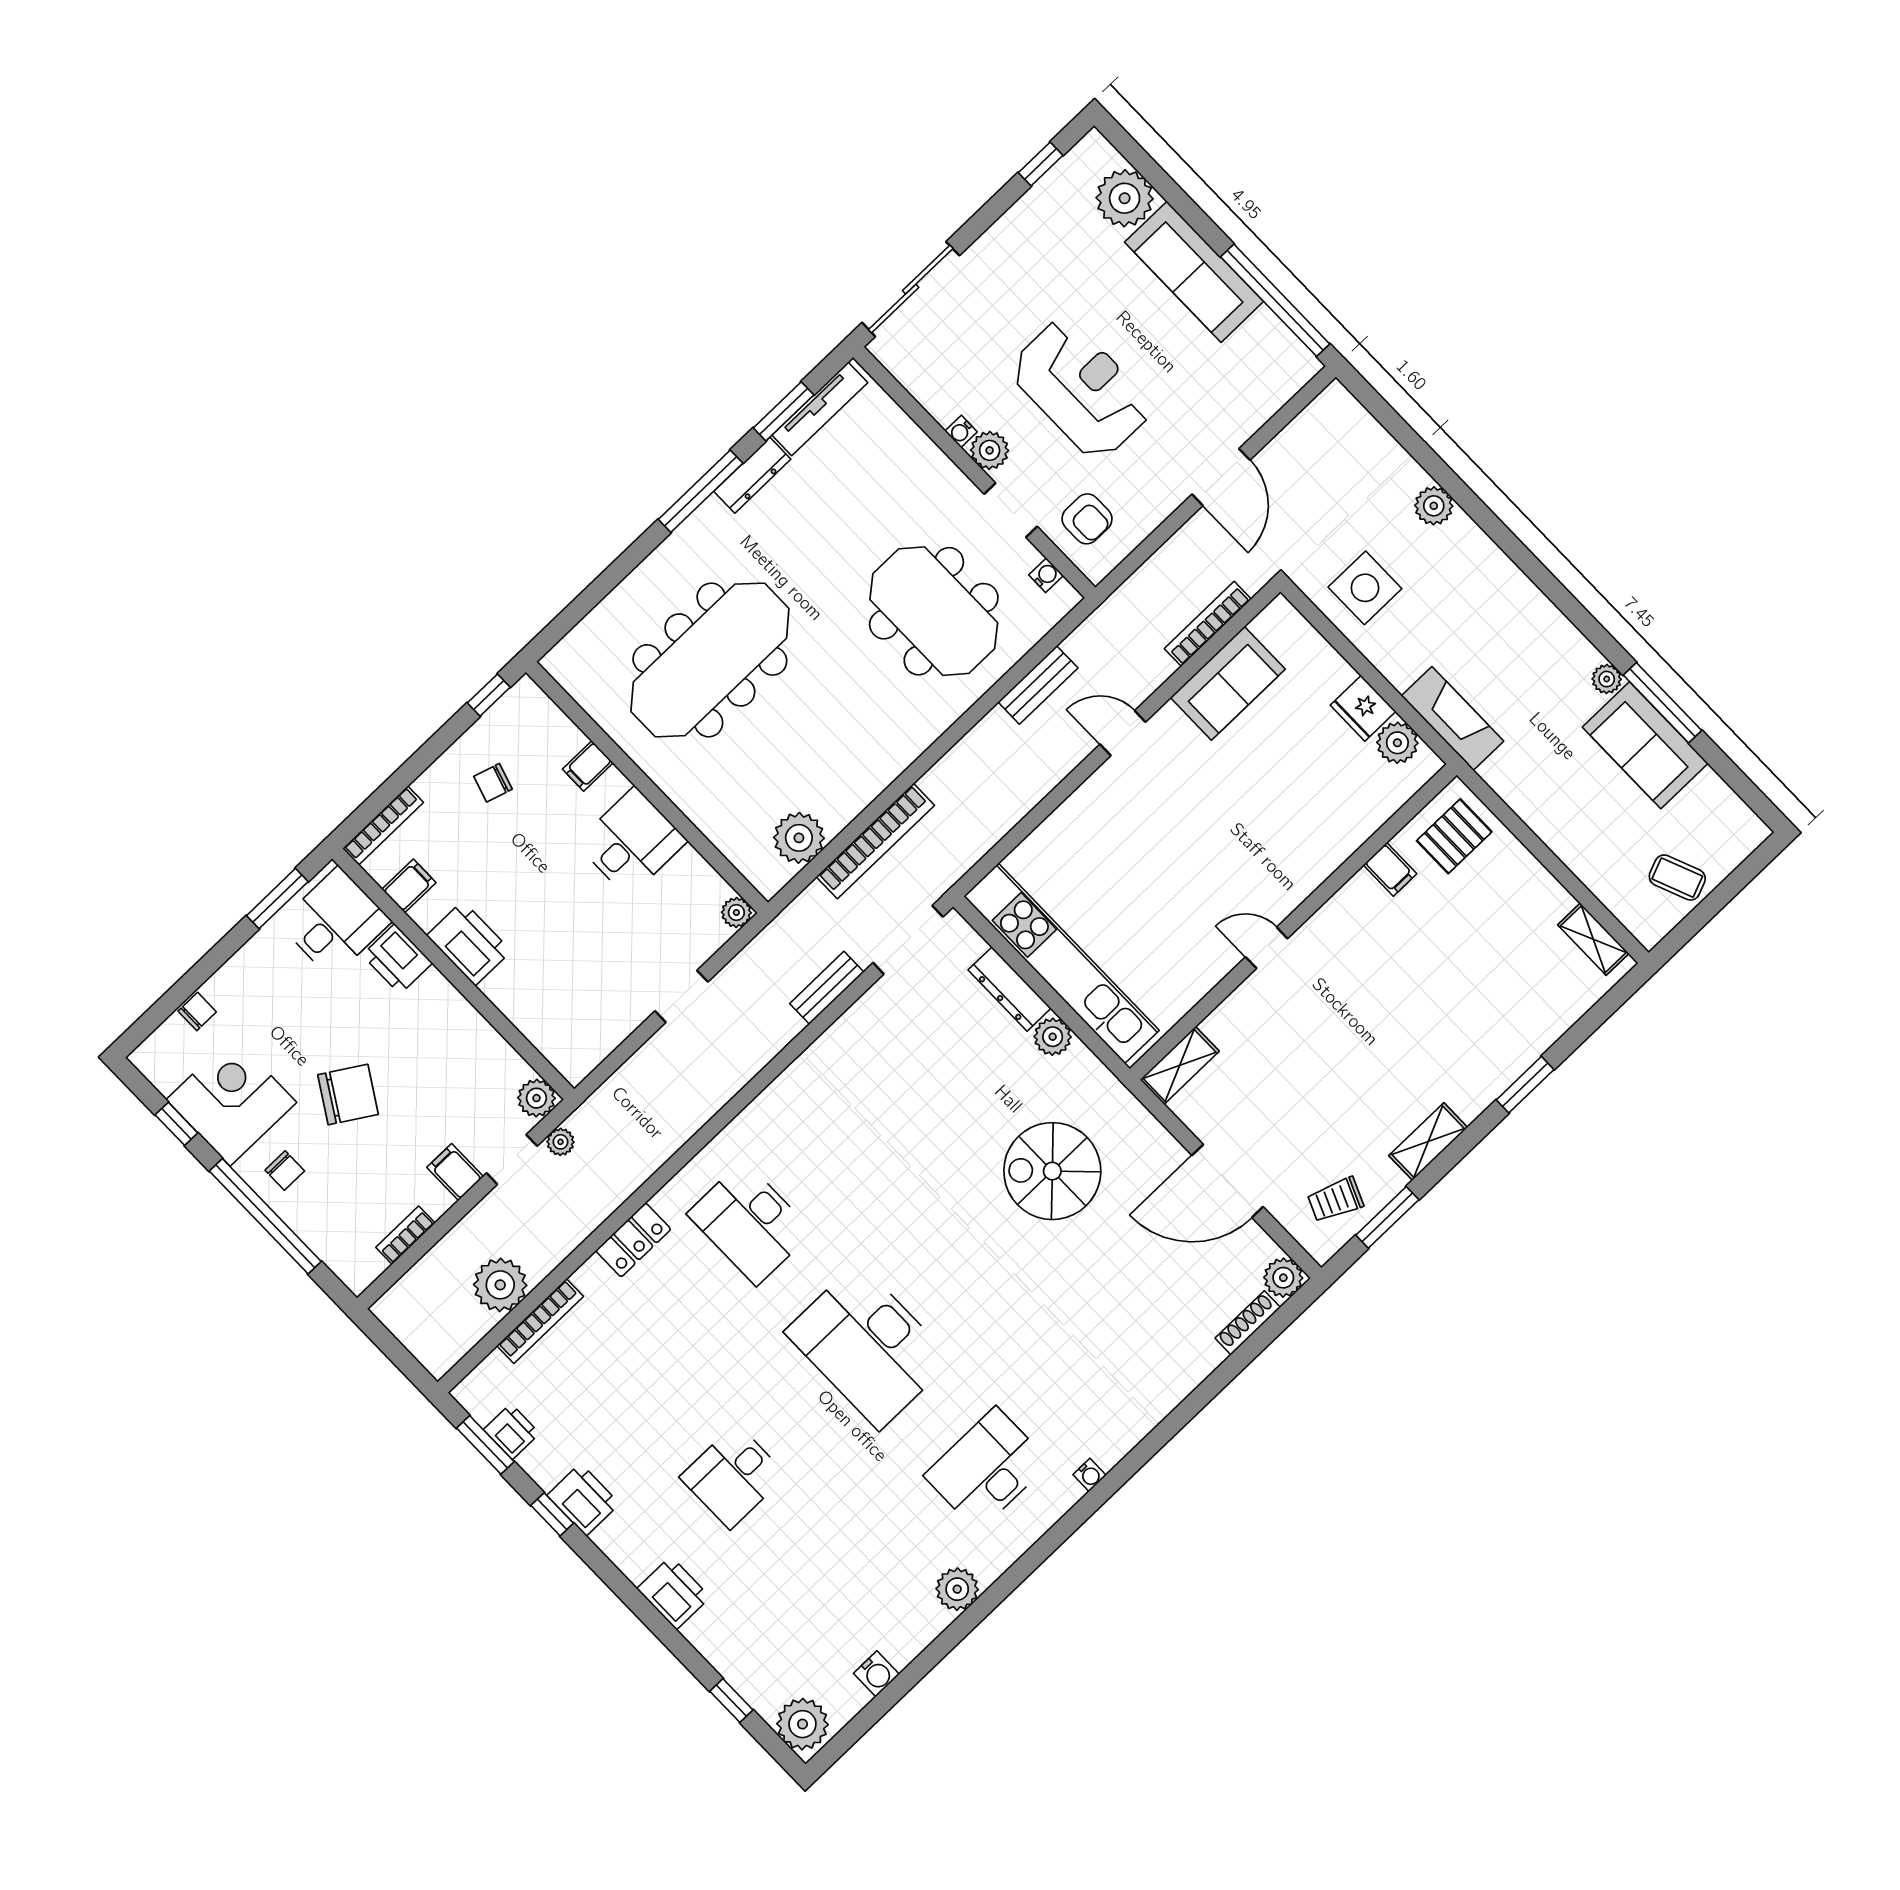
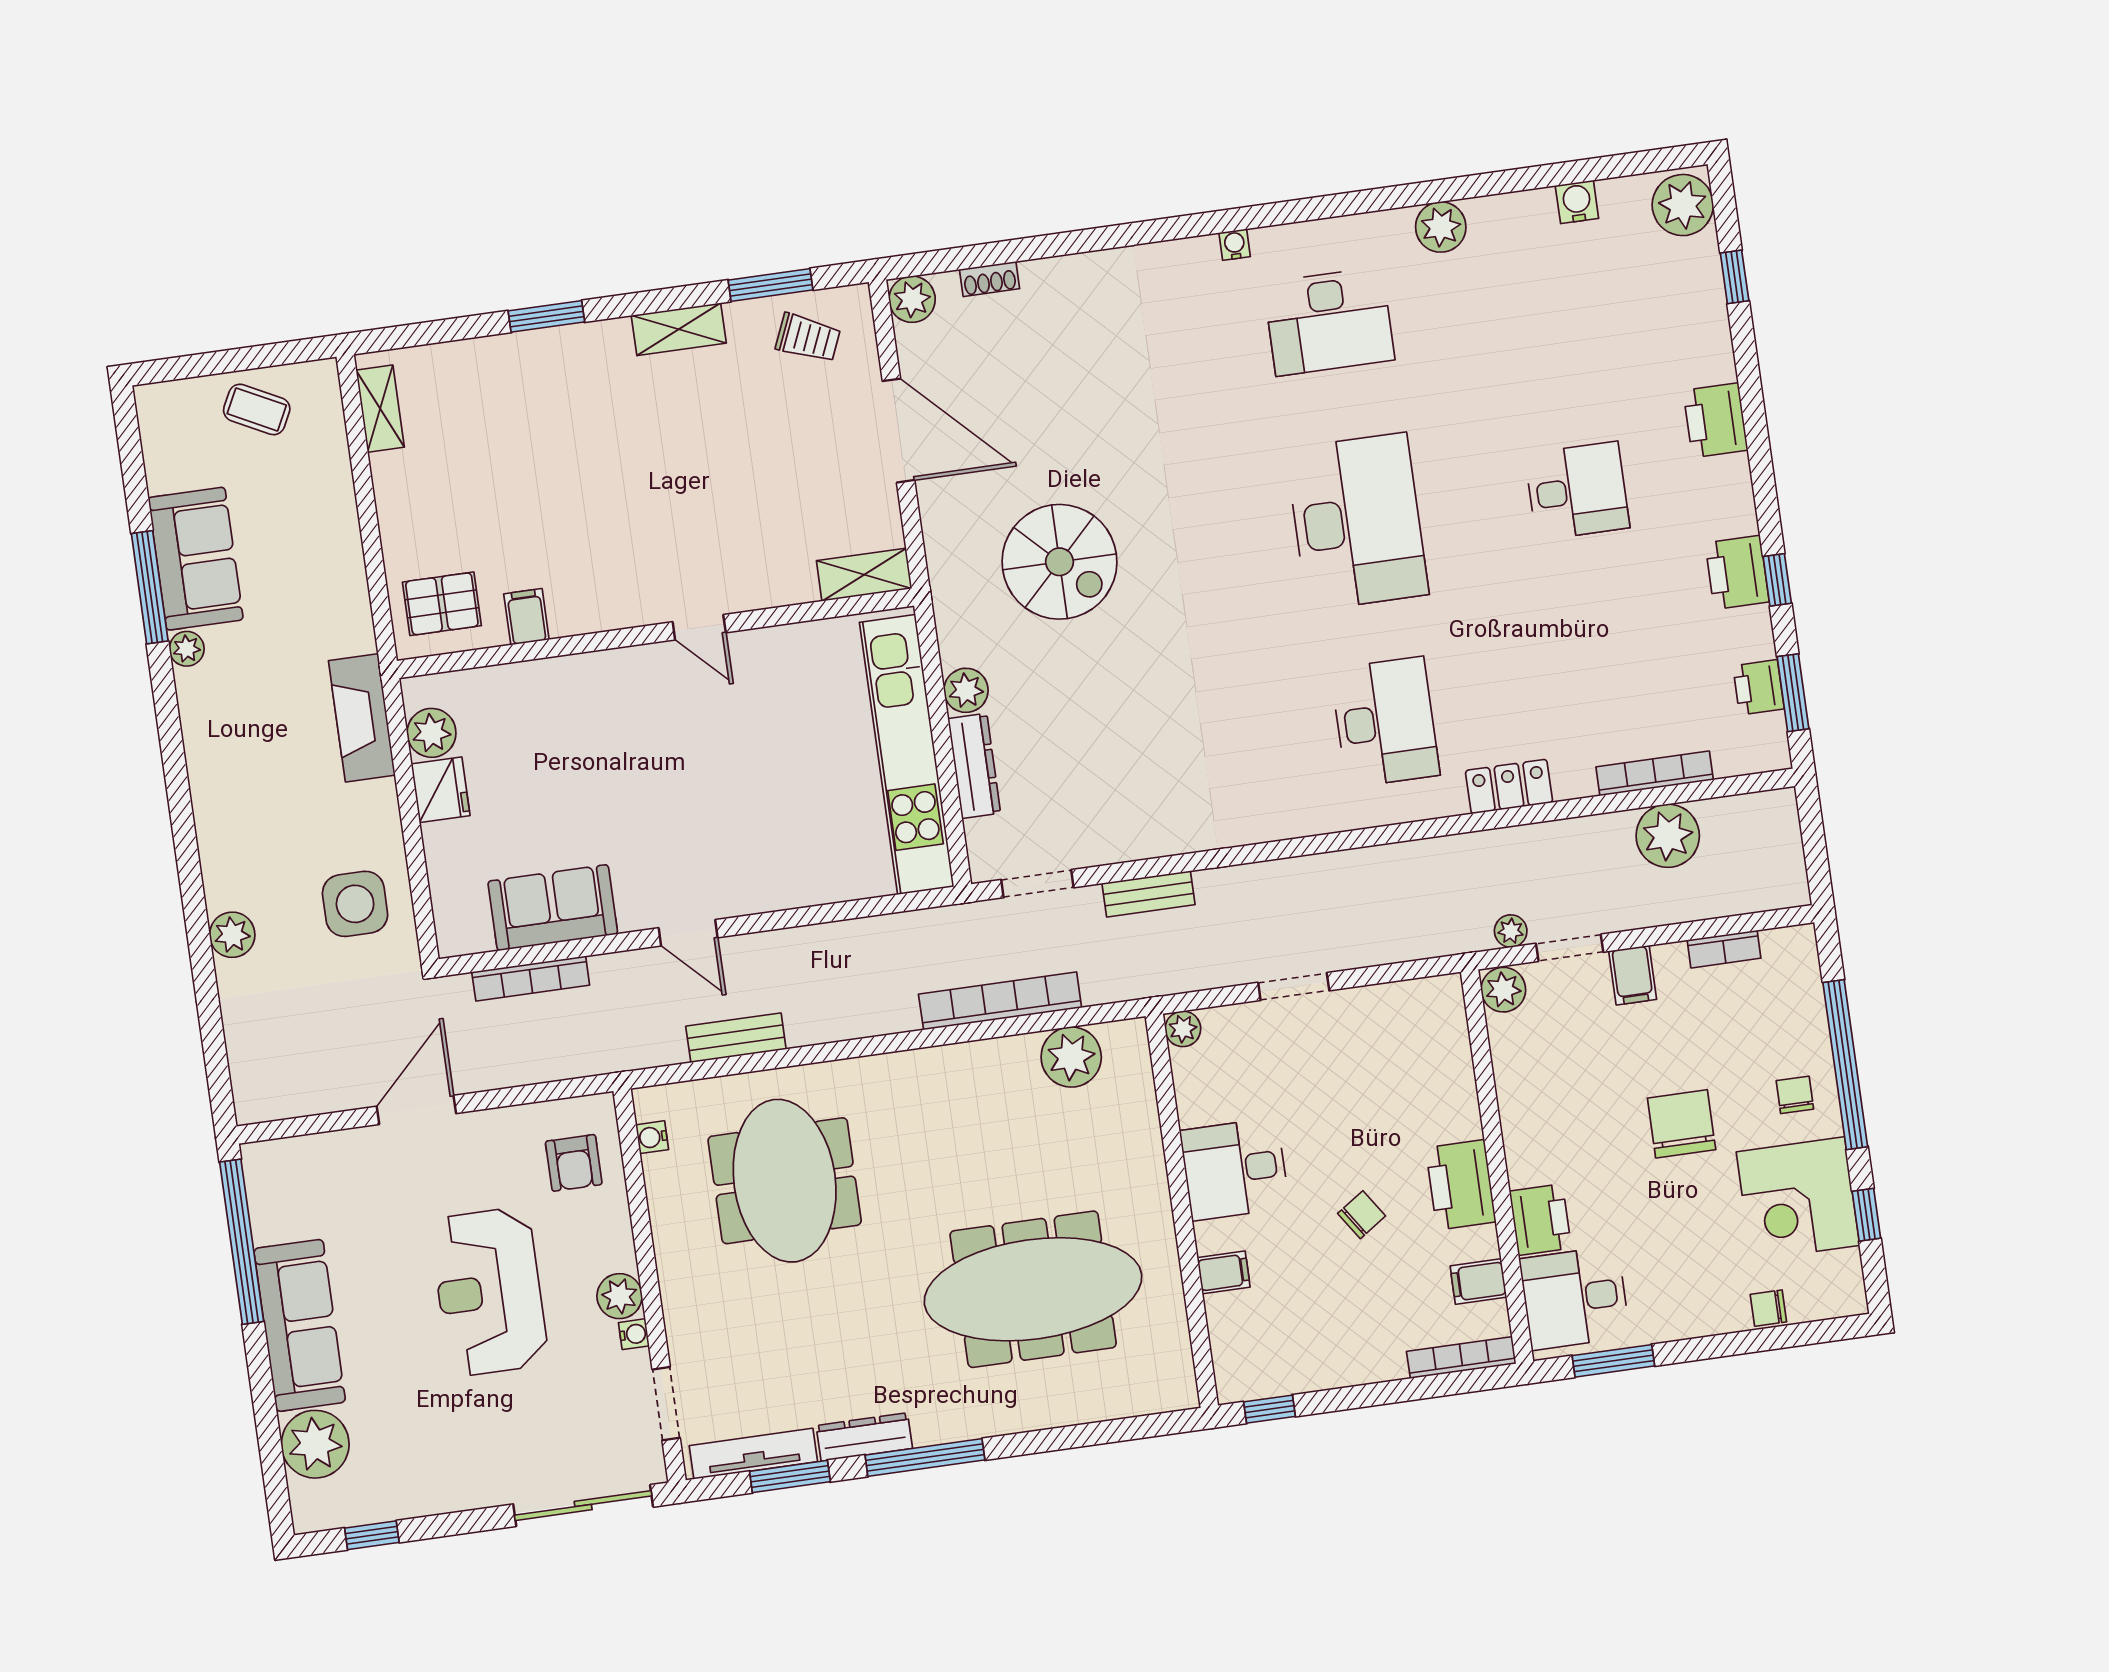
doorway: (1011, 510) -> (666, 1404), moved
armchair: (1087, 519) -> (574, 1163), turned 180
chair: (493, 783) -> (1362, 1215), moved, turned -51
coffee table: (1677, 878) -> (257, 409), turned -41
doorway: (908, 940) -> (1037, 884), width x0.73
chair: (348, 1095) -> (1682, 1124), turned 58
shoe rack: (1248, 1323) -> (990, 279), width x0.70

